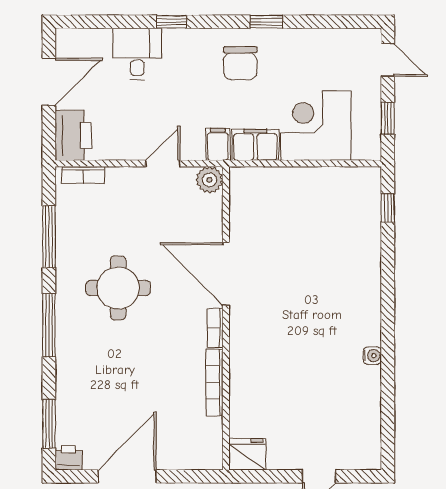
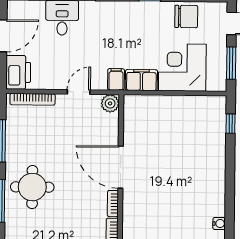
chair: (240, 63) -> (186, 17), moved, turned -90
window: (388, 118) -> (231, 63), width x1.50
bookcase: (83, 175) -> (33, 99), width x1.56
round table: (118, 288) -> (32, 187), moved

